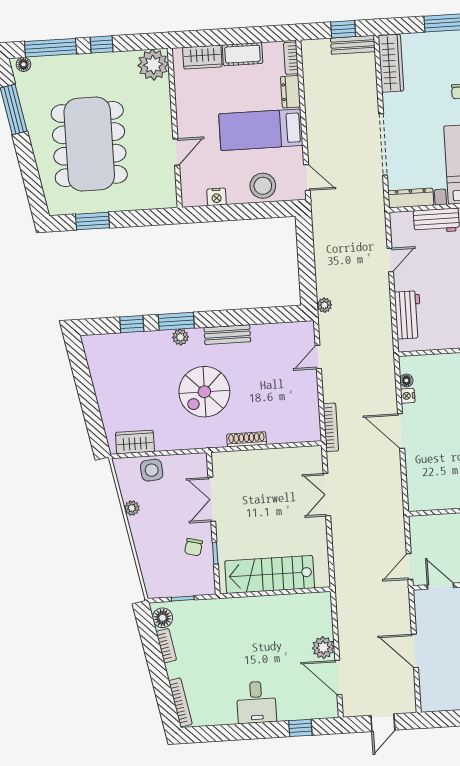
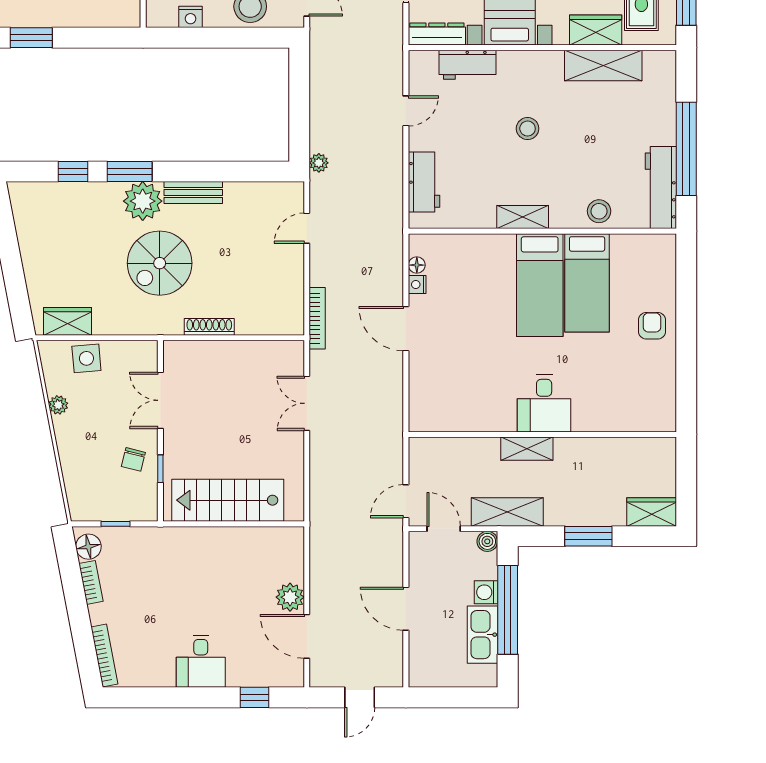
plant: (180, 337) -> (143, 201), width x1.88, depth x1.88

